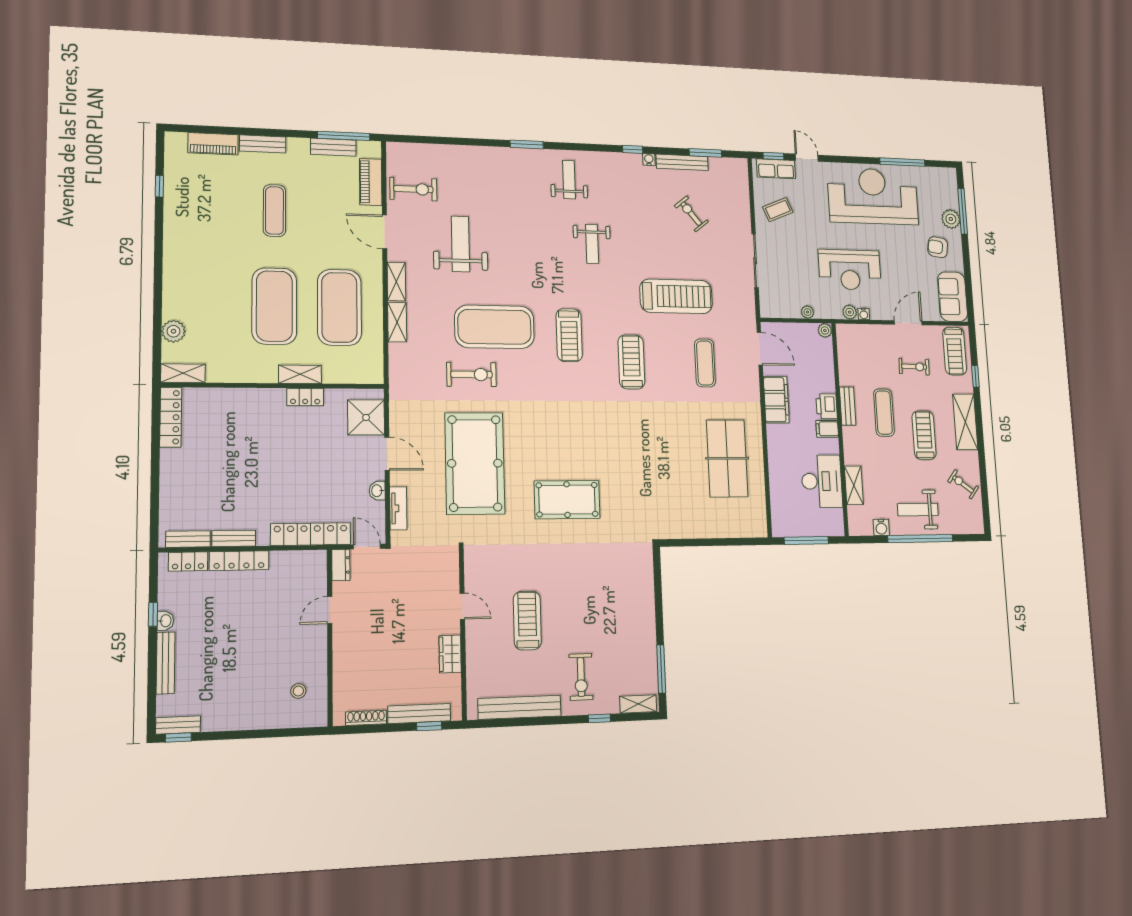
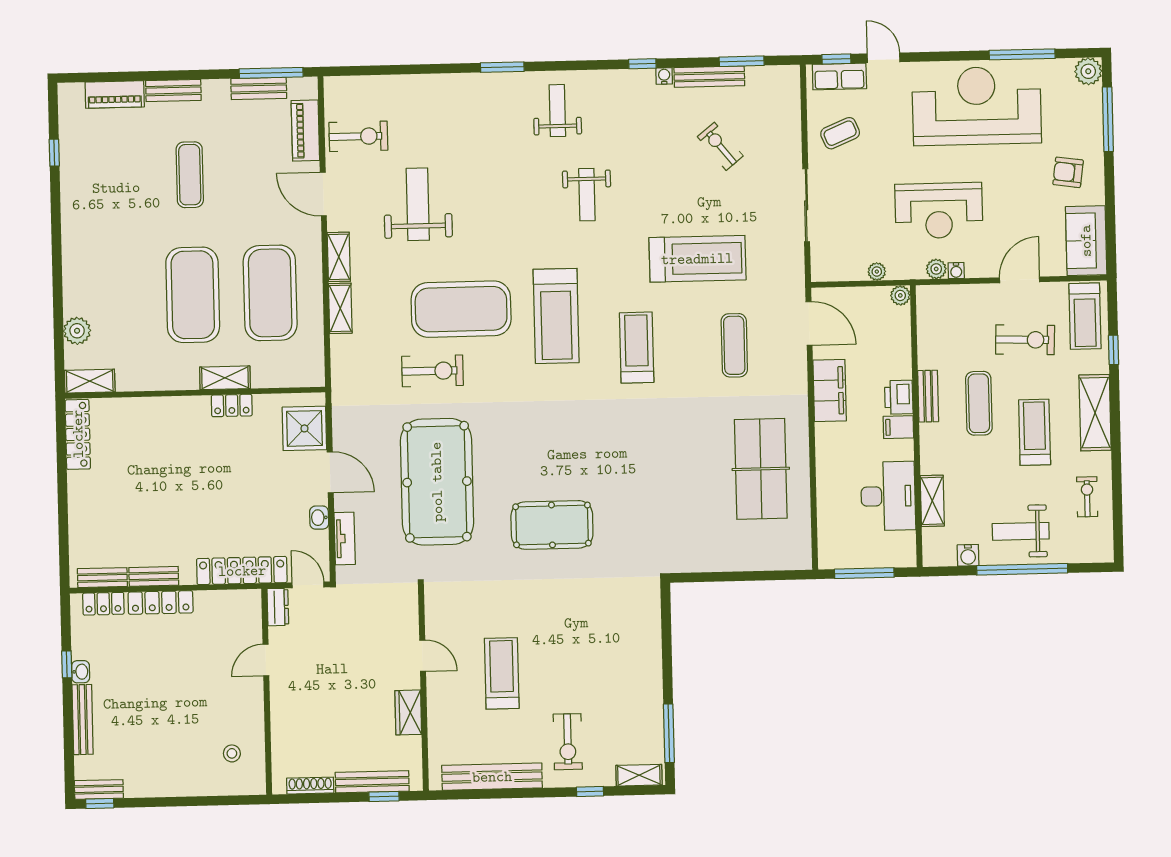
plant: (951, 219) -> (1088, 71), moved
treadmill: (569, 335) -> (556, 316), width x1.37, depth x1.38
exercise bike: (914, 367) -> (1025, 340), width x1.38, depth x1.39
exercise bike: (963, 484) -> (1087, 497), turned 53

